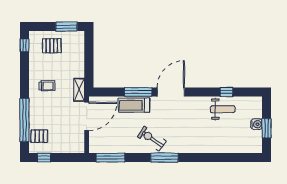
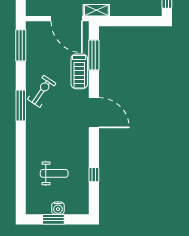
window: (138, 92) -> (94, 55), moved
treadmill: (134, 105) -> (79, 71), turned 180
weight bench: (223, 109) -> (54, 173), moved, turned -90

